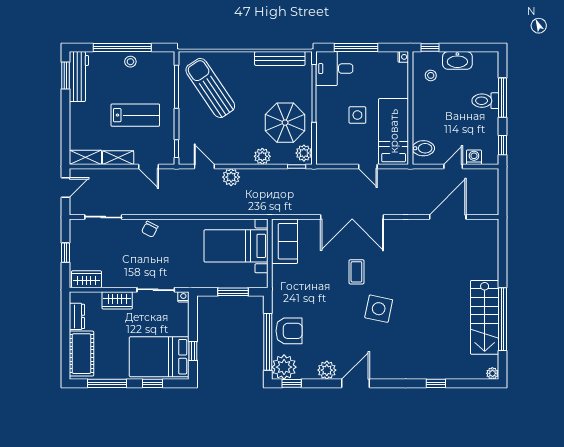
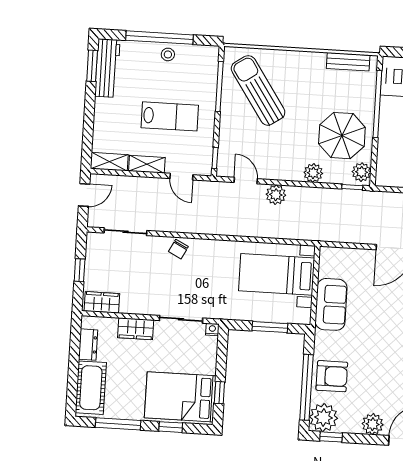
bench: (280, 58) -> (348, 62), width x0.73
sofa: (285, 241) -> (331, 304), moved

